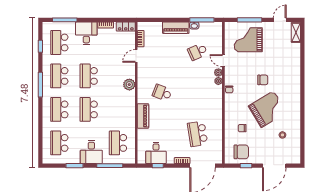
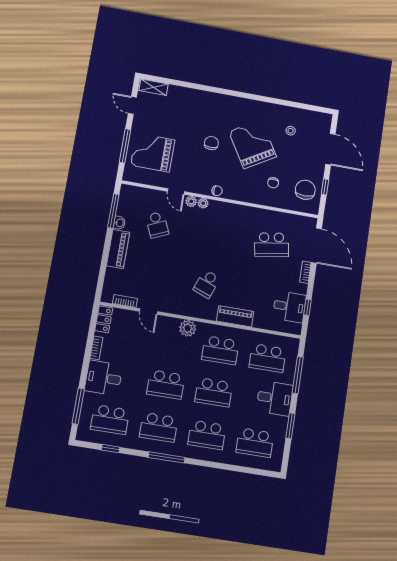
grand piano: (248, 40) -> (153, 153), turned 90
door: (223, 61) -> (176, 191), hinge flipped
school desk: (118, 109) -> (220, 350), added

